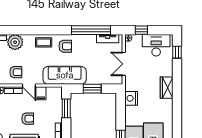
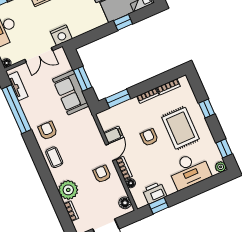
sofa: (65, 75) -> (71, 93), moved, width x0.73
nightstand: (131, 98) -> (61, 35), moved

